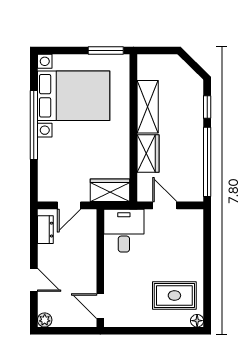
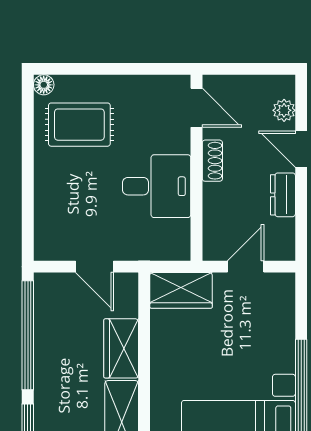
dresser: (45, 230) -> (283, 195), moved
desk: (124, 231) -> (157, 186), moved, turned -90
shoe rack: (90, 273) -> (212, 161), added
plant: (45, 320) -> (284, 110), moved

